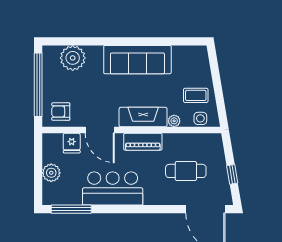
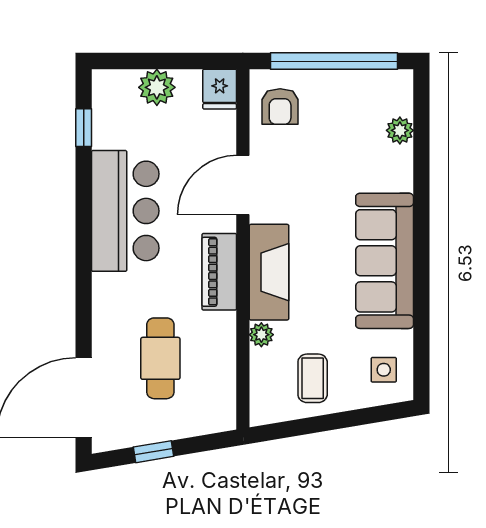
plant: (73, 58) -> (400, 130), width x0.53, depth x0.53
armchair: (61, 112) -> (280, 107), turned 180
side table: (200, 118) -> (384, 370), moved
fridge: (72, 143) -> (220, 89), moved, turned -90
window: (71, 209) -> (84, 128), width x0.46

